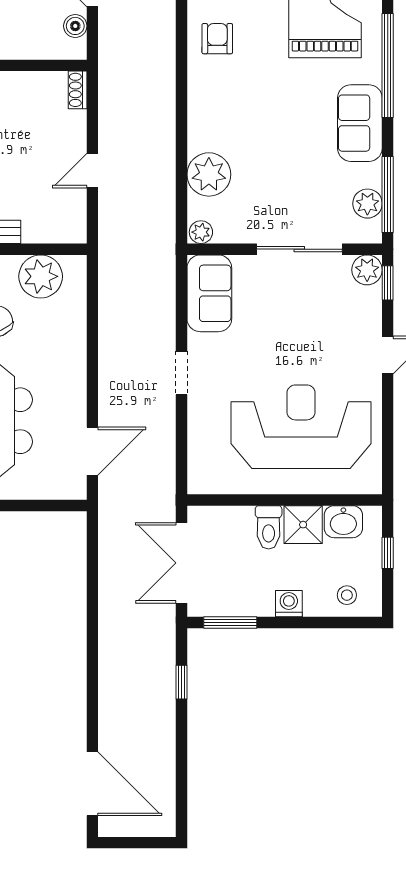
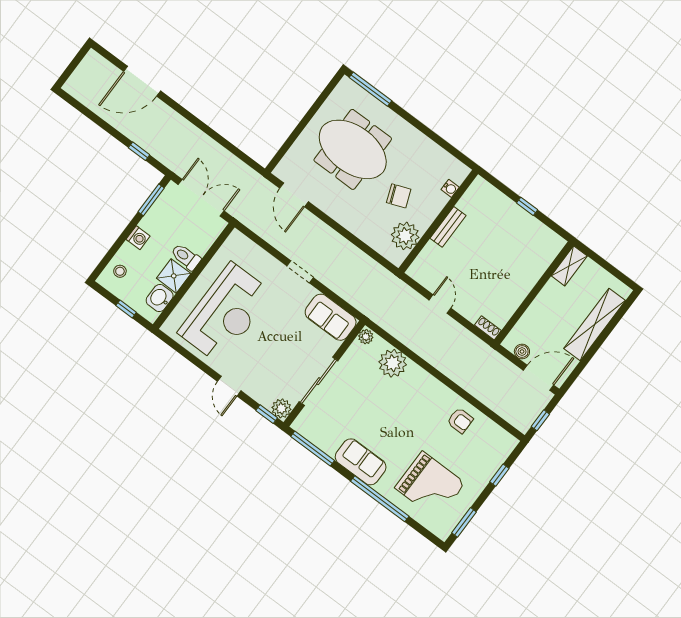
plant: (367, 204) -> (316, 434), removed
door: (92, 784) -> (142, 81), moved

